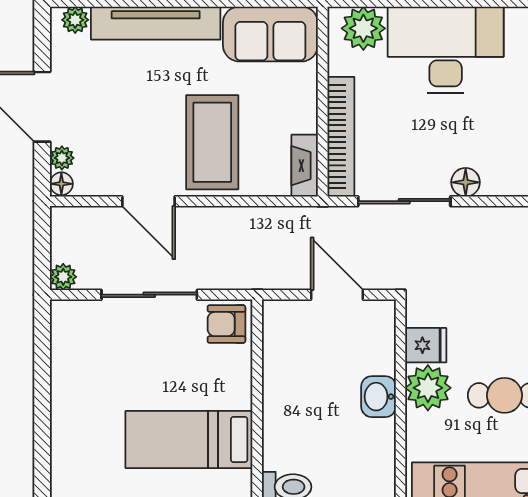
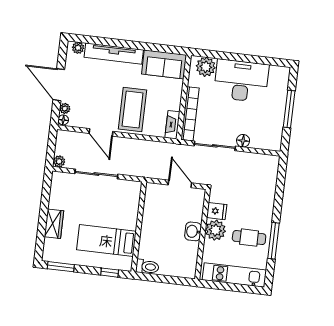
armchair: (226, 324) -> (129, 191), removed
wardrobe: (68, 416) -> (54, 224), added

